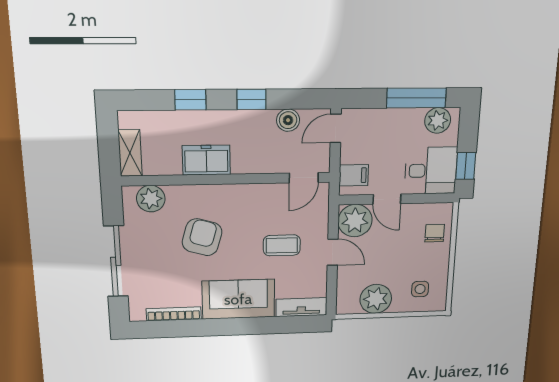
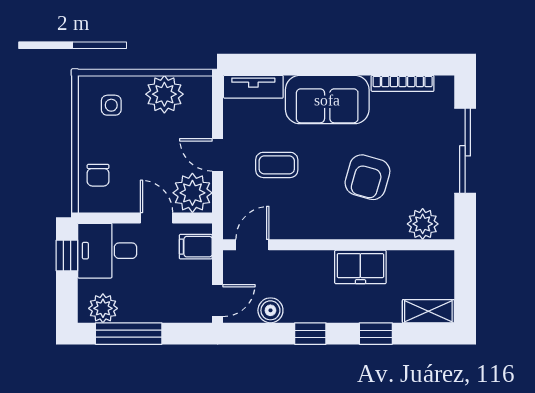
shelving: (130, 153) -> (428, 311), moved, turned 90

